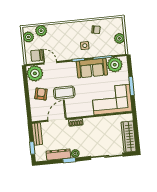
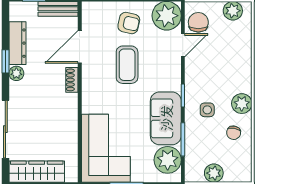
plant: (41, 31) -> (242, 104), moved
door: (57, 120) -> (80, 47), swing flipped

